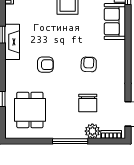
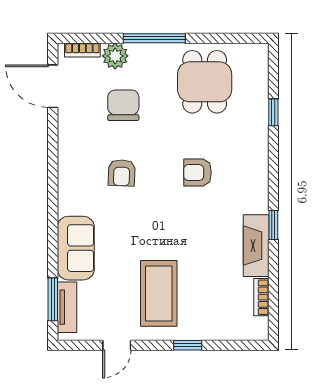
fireplace: (12, 42) -> (256, 246), moved
dining table: (30, 110) -> (205, 82), moved

